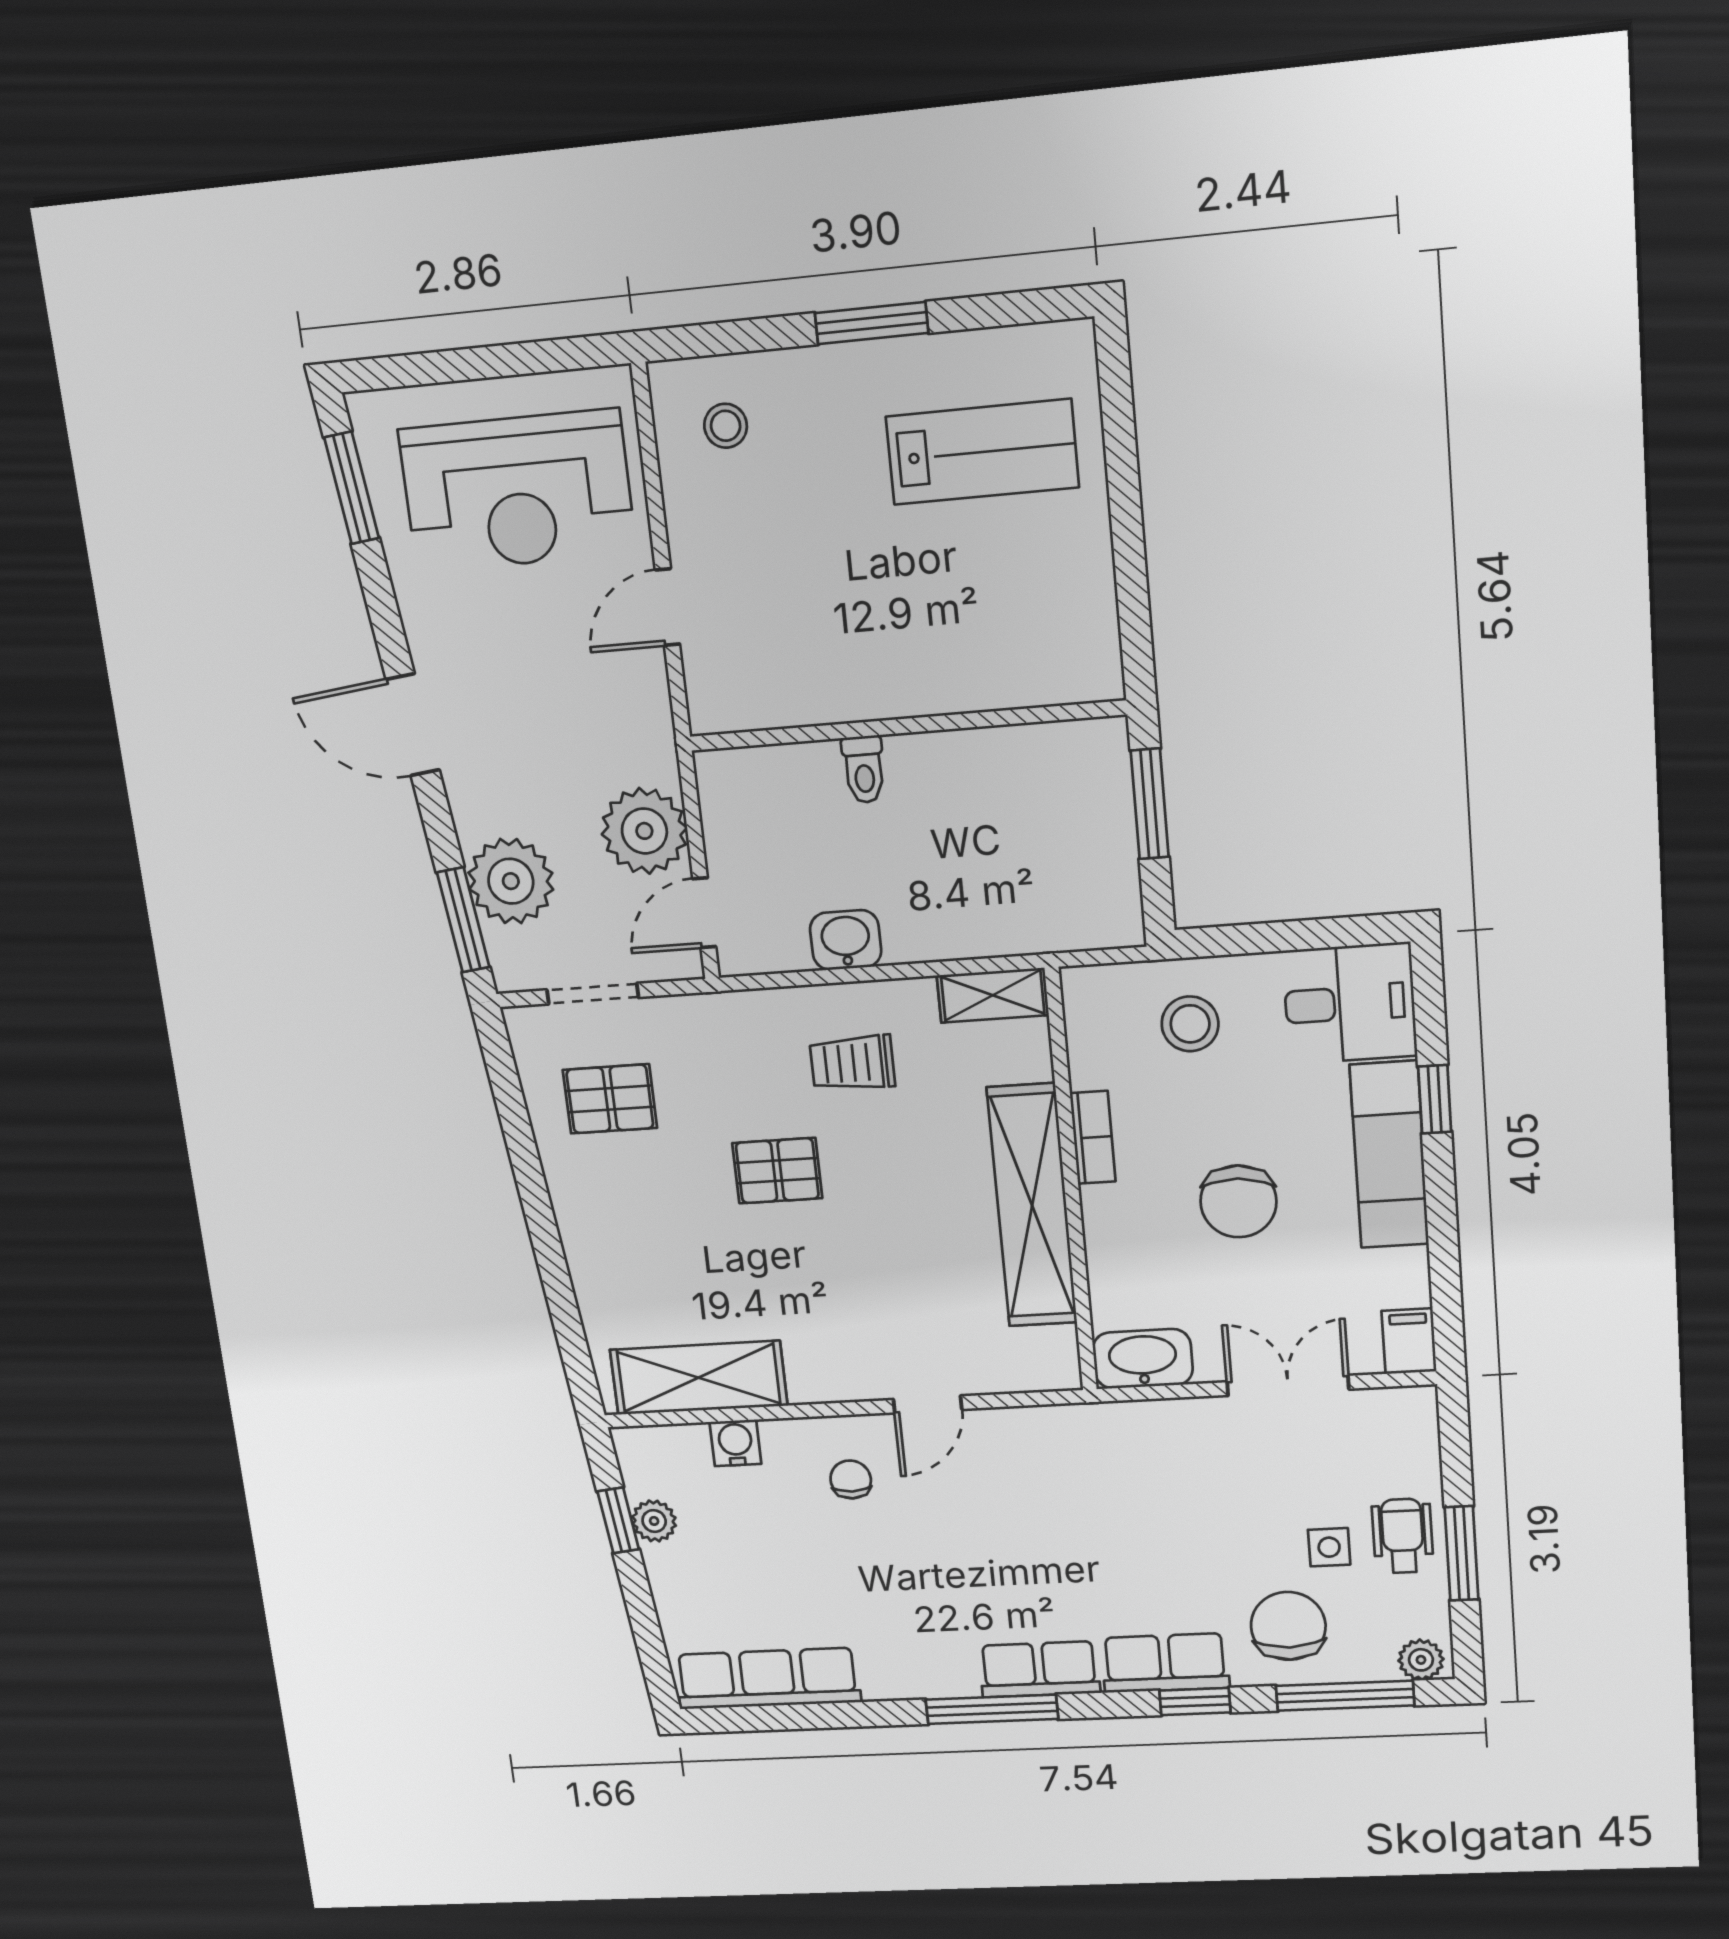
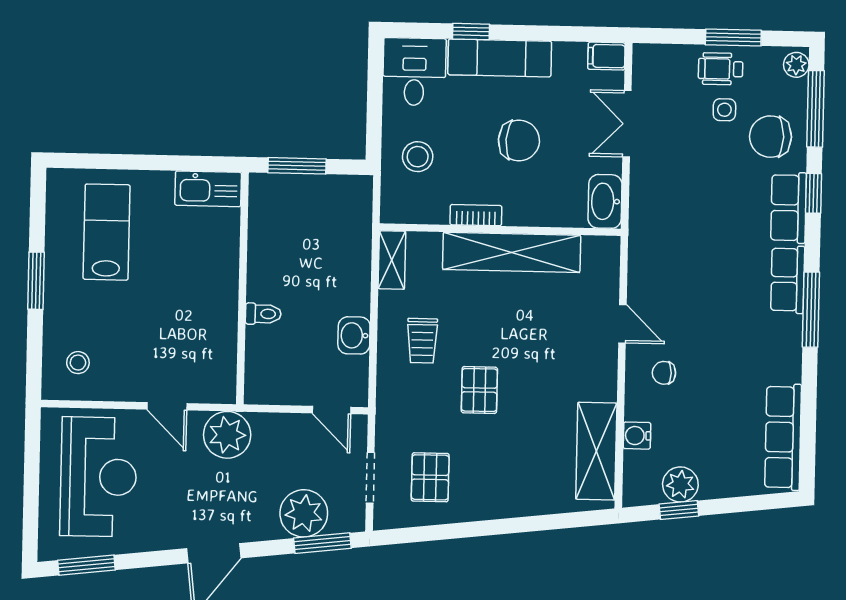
kitchen sink: (1088, 640) -> (208, 189), added
plant: (644, 831) -> (227, 435), moved
plant: (654, 1521) -> (680, 484), width x1.38, depth x1.38

